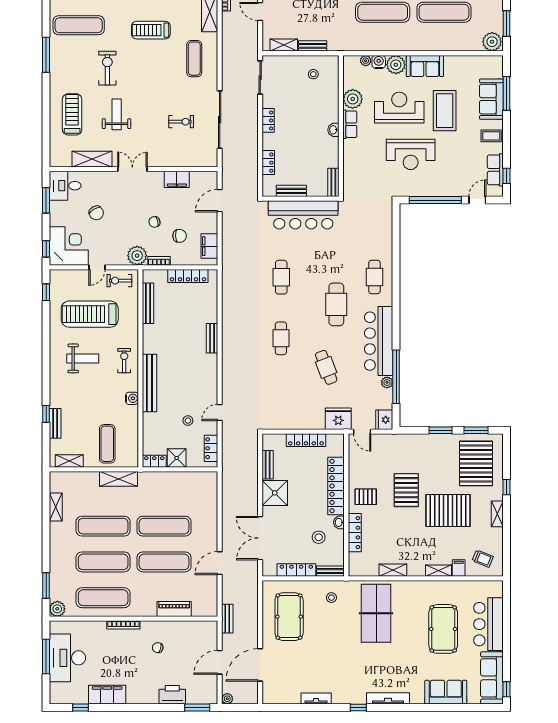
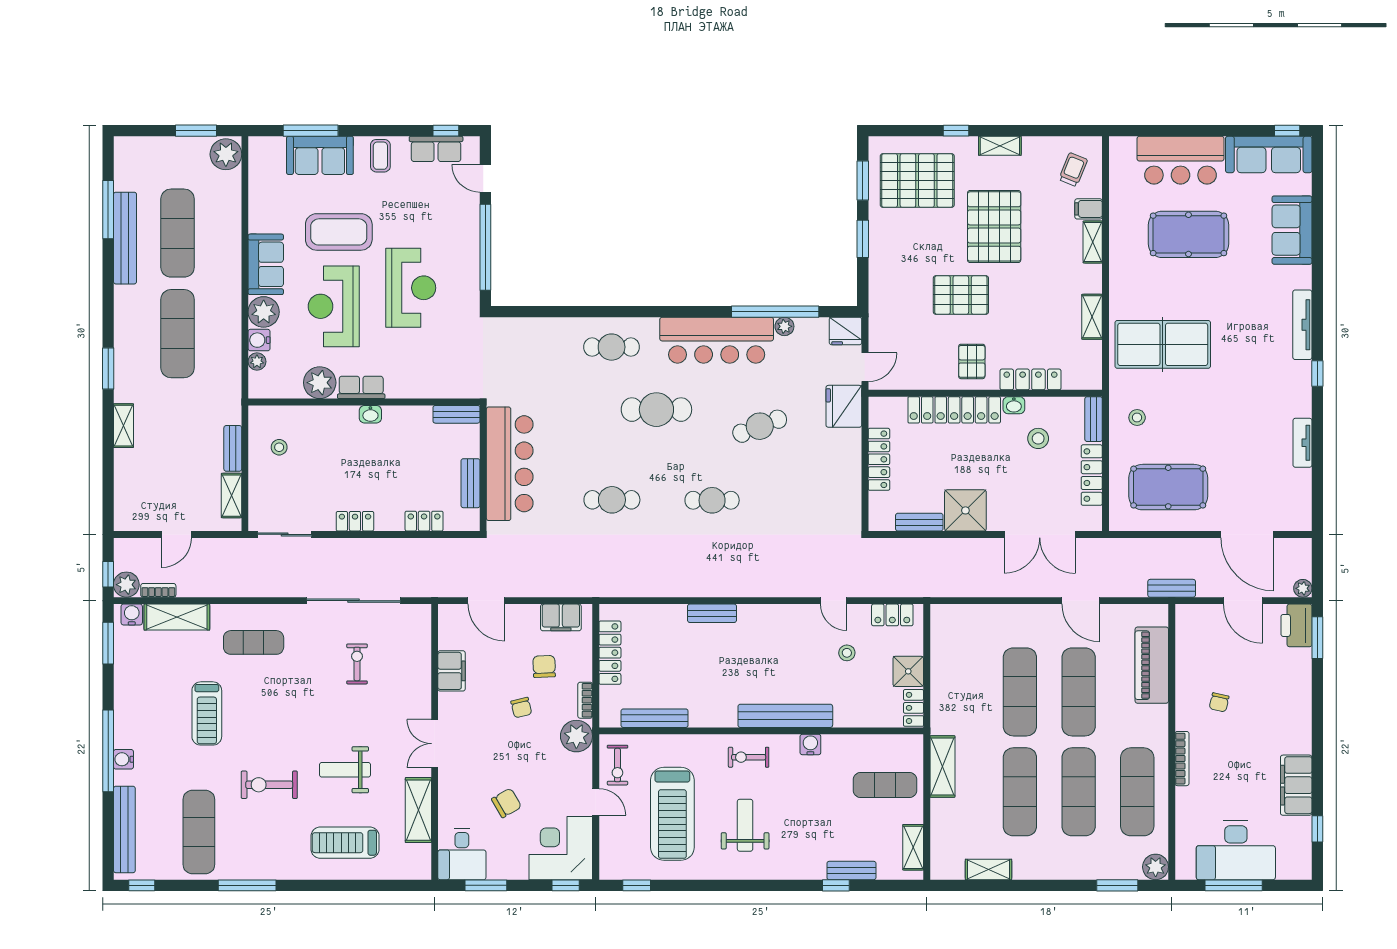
piano: (174, 609) -> (1152, 665), width x1.37, depth x1.33
printer: (172, 695) -> (1296, 625), moved

